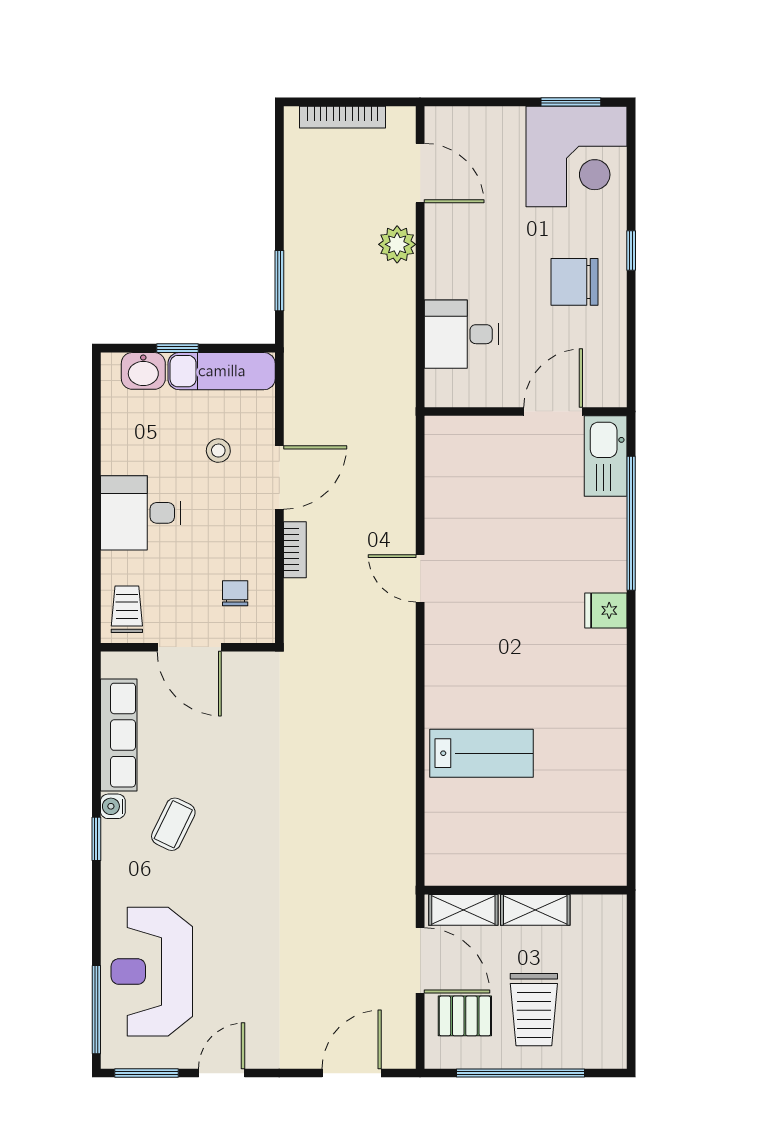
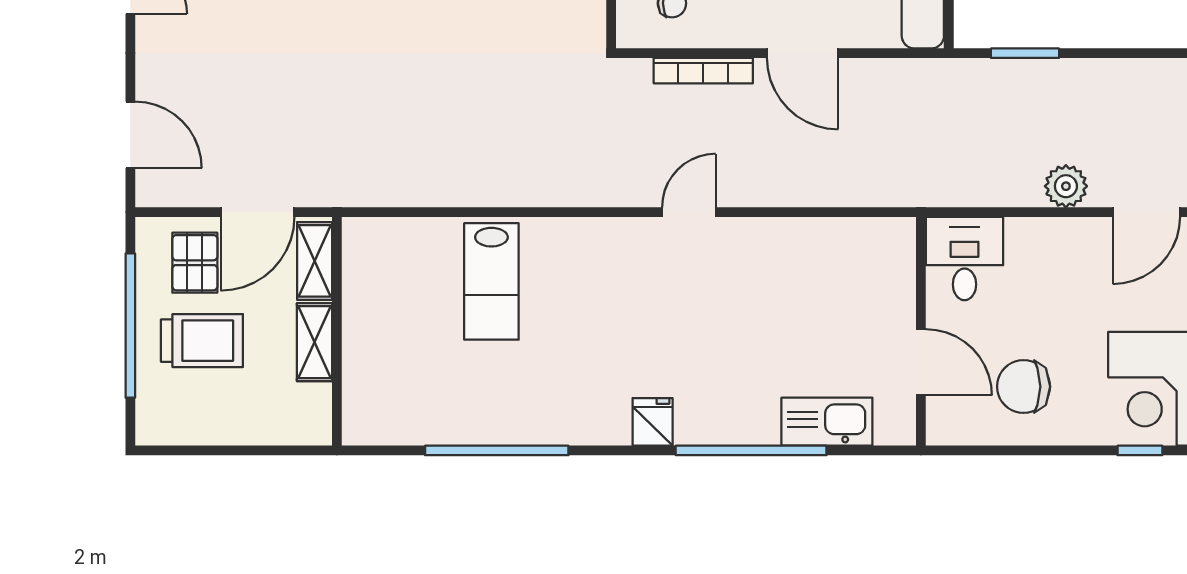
window: (631, 251) -> (1140, 450), moved
chair: (575, 282) -> (1024, 387), turned -90
wall: (526, 411) -> (921, 331), moved
door: (553, 411) -> (921, 362), moved
bookcase: (295, 550) -> (703, 71), width x1.56
window: (631, 749) -> (497, 450), added
trolley: (534, 1010) -> (202, 341), turned 180

